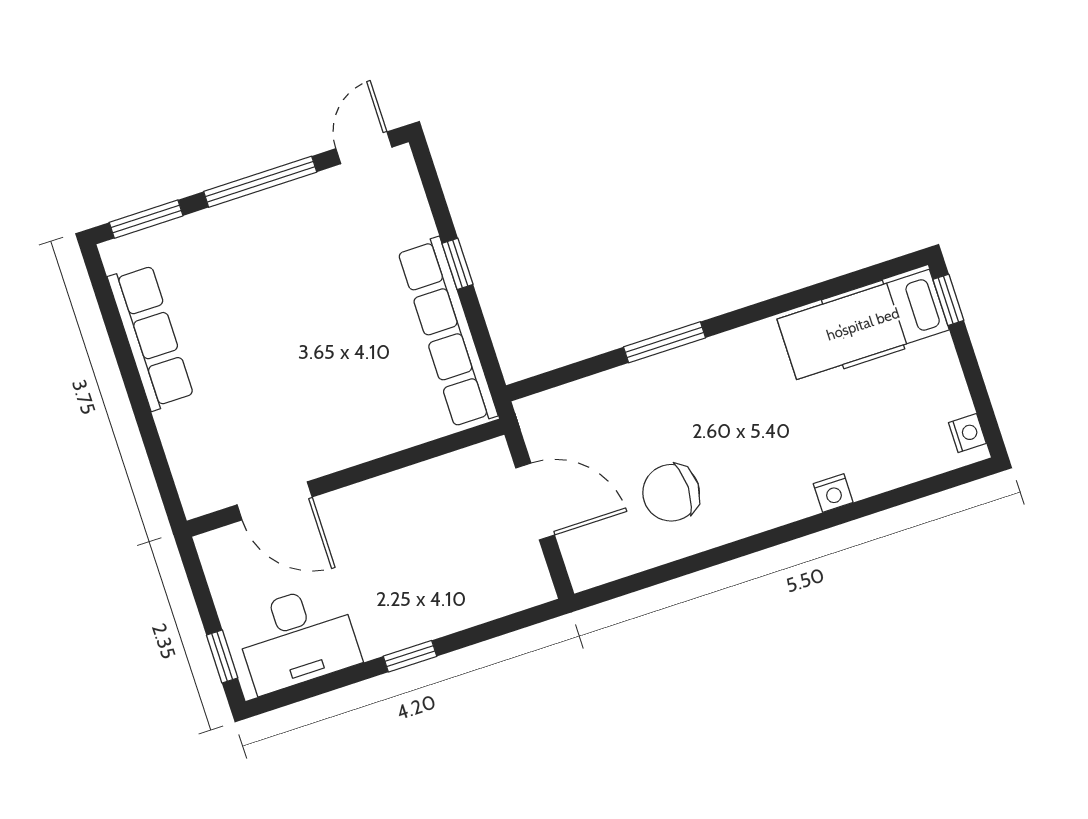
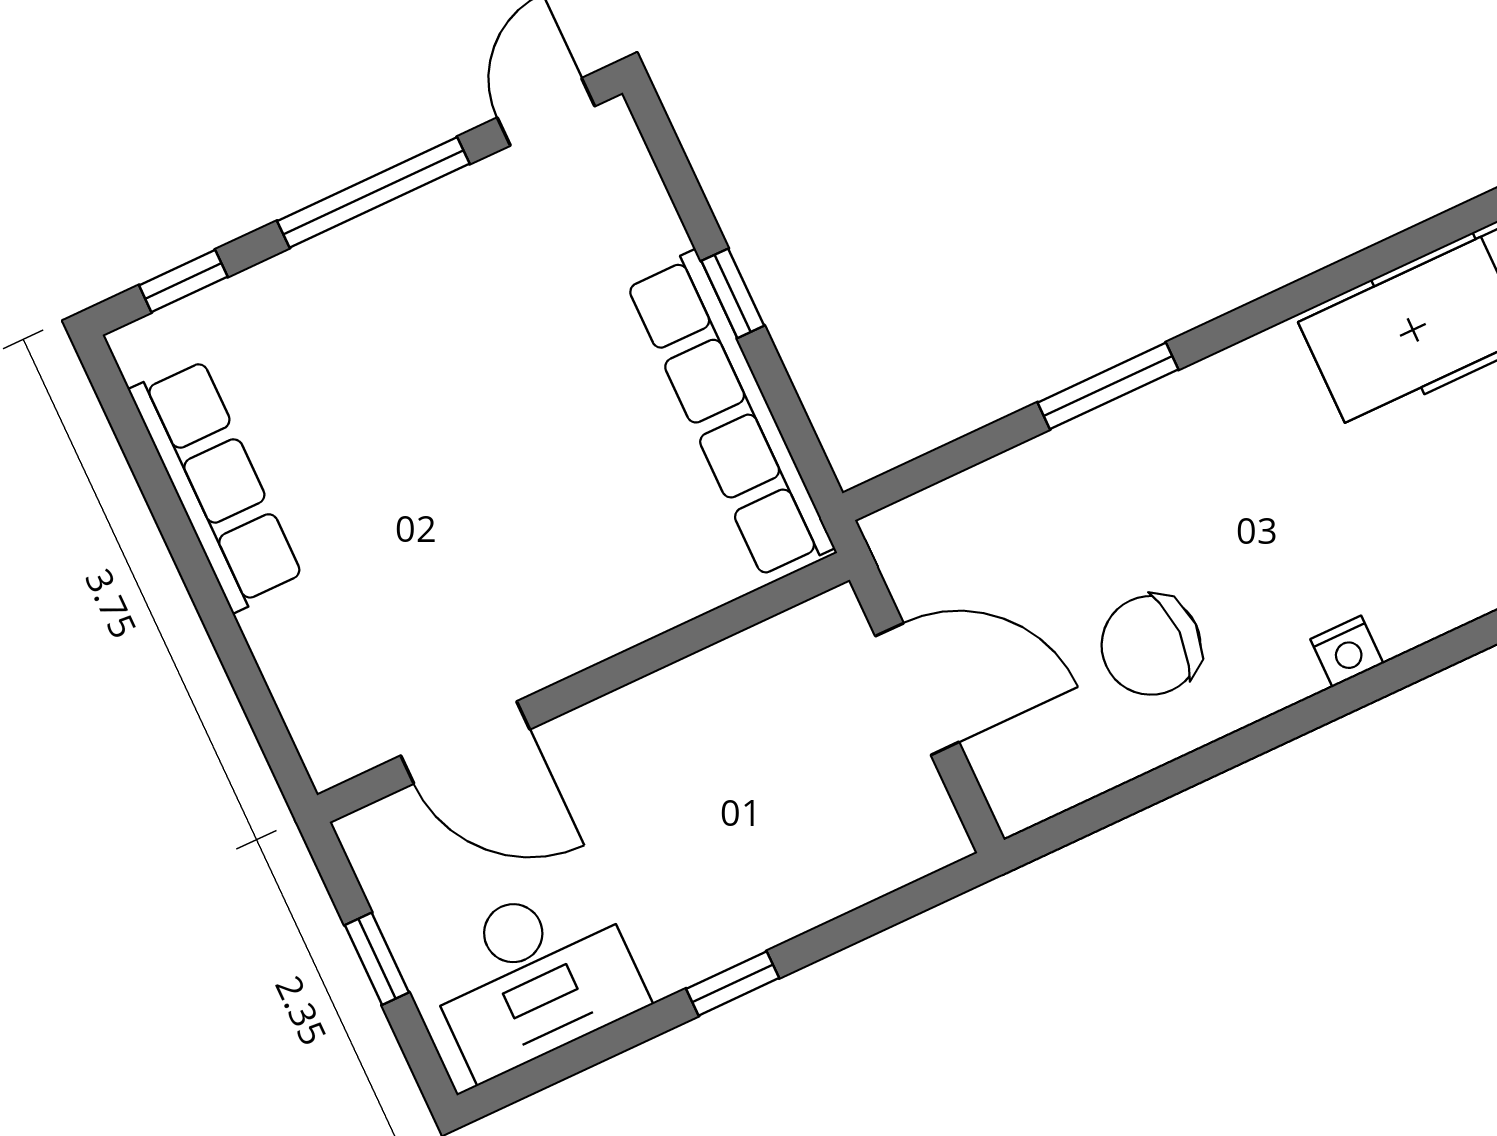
window: (146, 219) -> (183, 281), width x0.67
nightstand: (833, 493) -> (1347, 651), moved
window: (222, 656) -> (377, 959), moved

